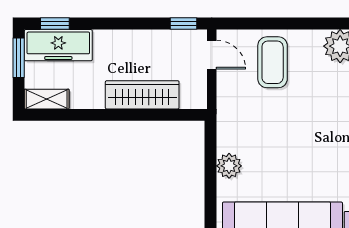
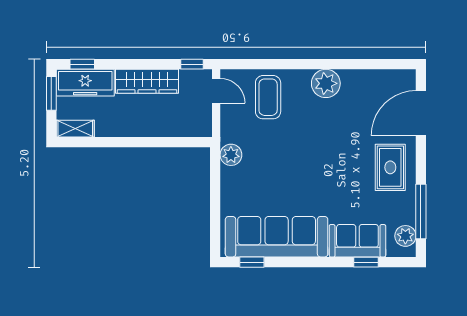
wardrobe: (142, 95) -> (147, 81), moved, turned 180
plant: (229, 166) -> (231, 155), moved

